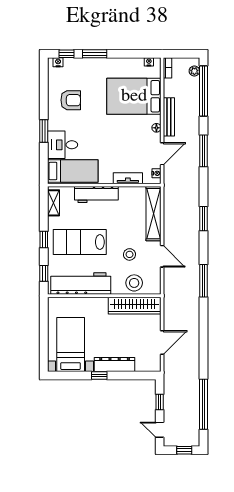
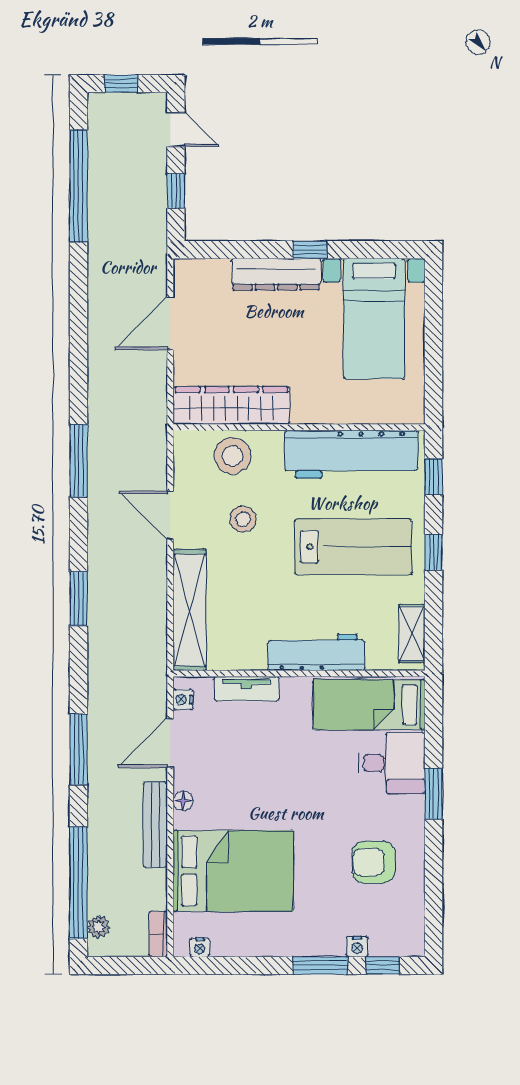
nightstand: (58, 62) -> (357, 947), moved

